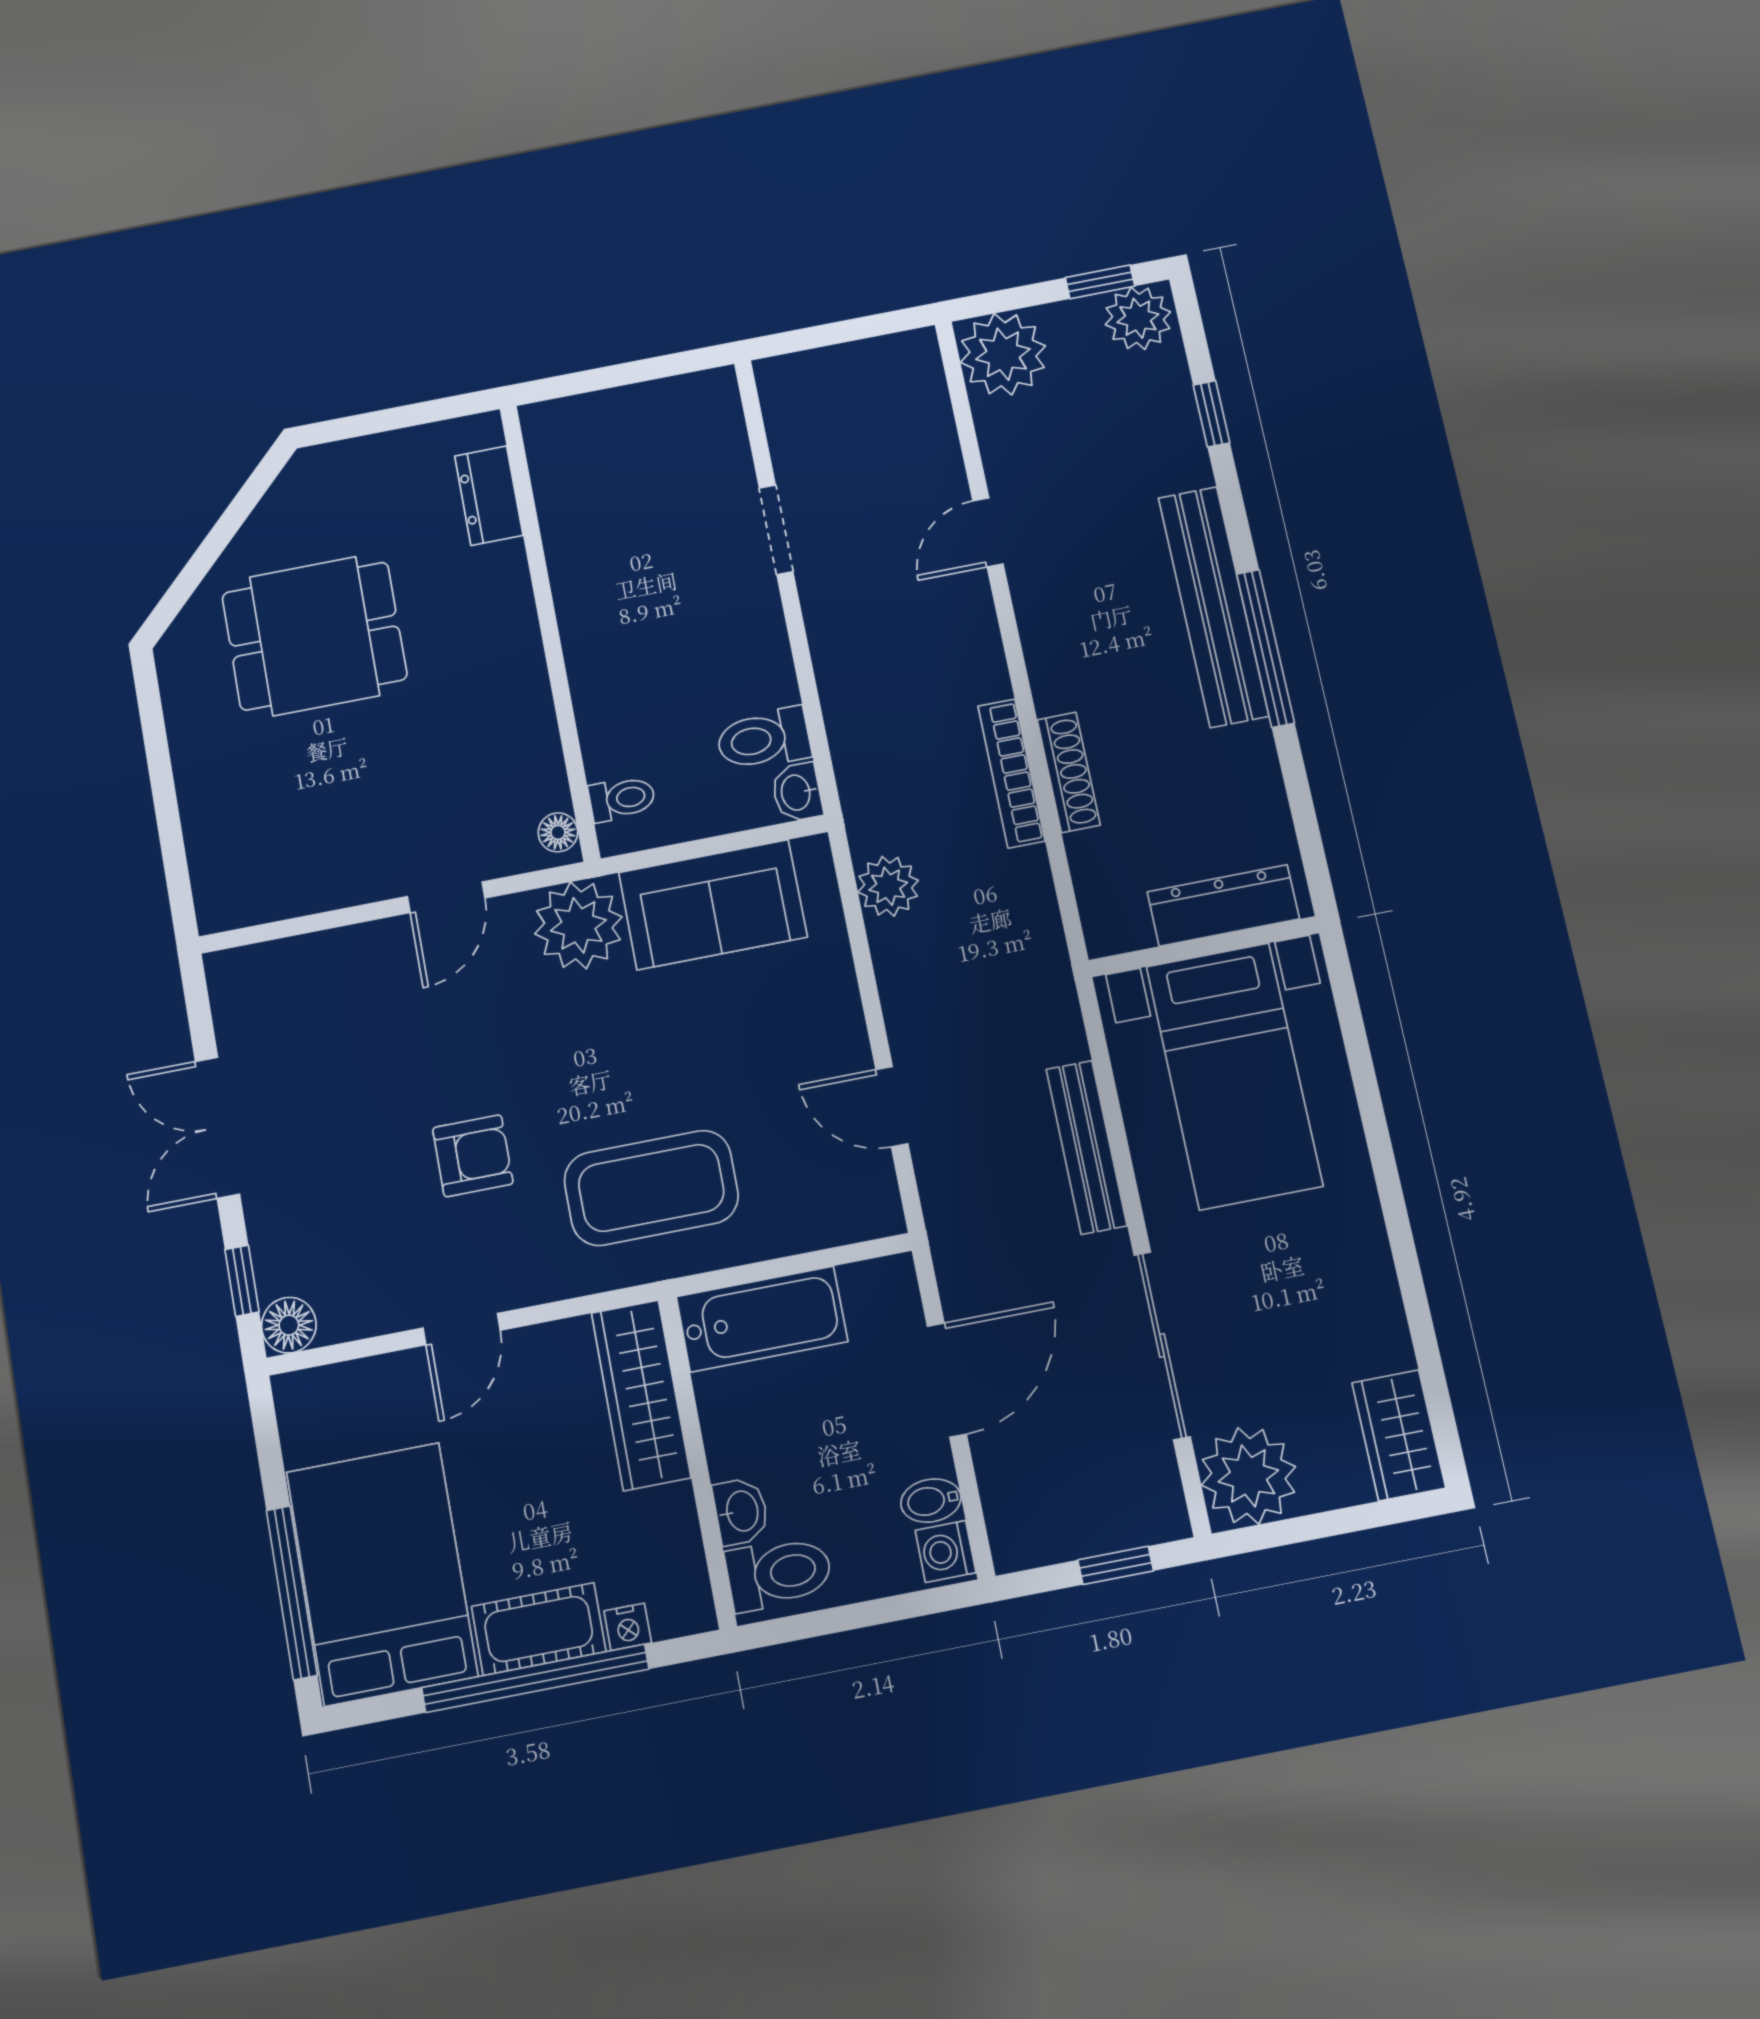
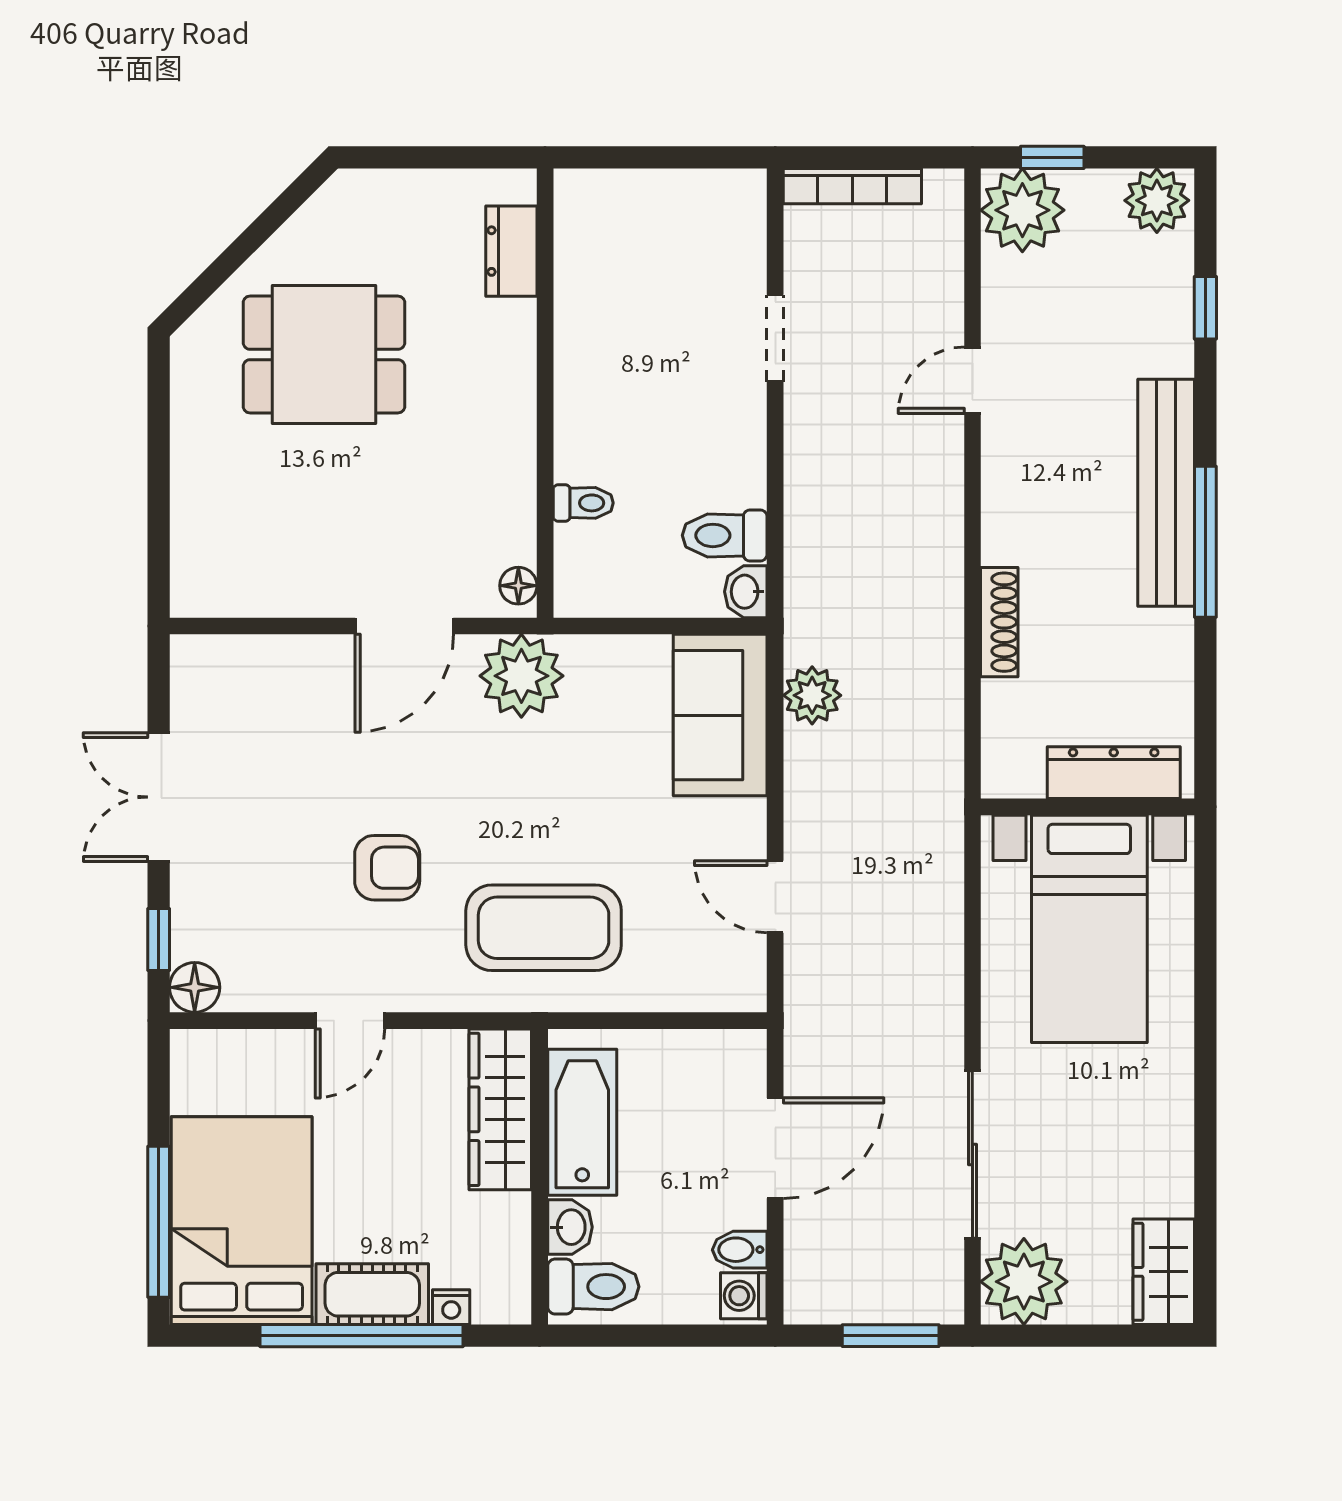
window: (1100, 282) -> (1052, 157), moved
bookcase: (1011, 773) -> (852, 186), moved, turned -90
toilet: (622, 799) -> (583, 503), moved
door: (446, 897) -> (404, 626), width x1.38
sofa: (713, 905) -> (720, 715), moved, turned 90
bench: (1087, 1147) -> (943, 967), removed
bathtub: (762, 1319) -> (582, 1122), moved, turned -90
window: (1116, 1565) -> (891, 1336), width x1.50

